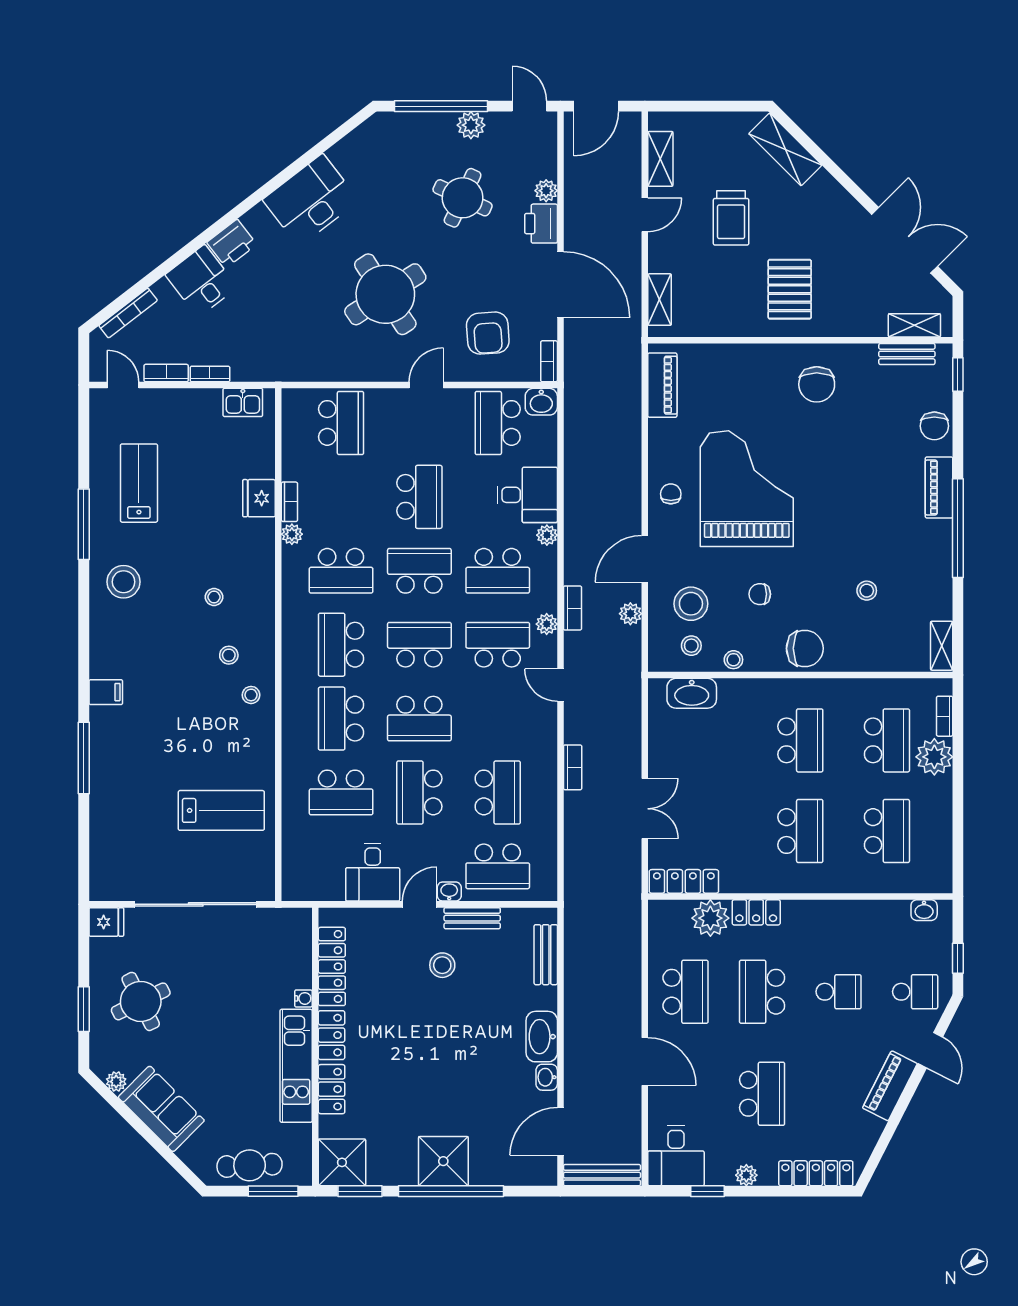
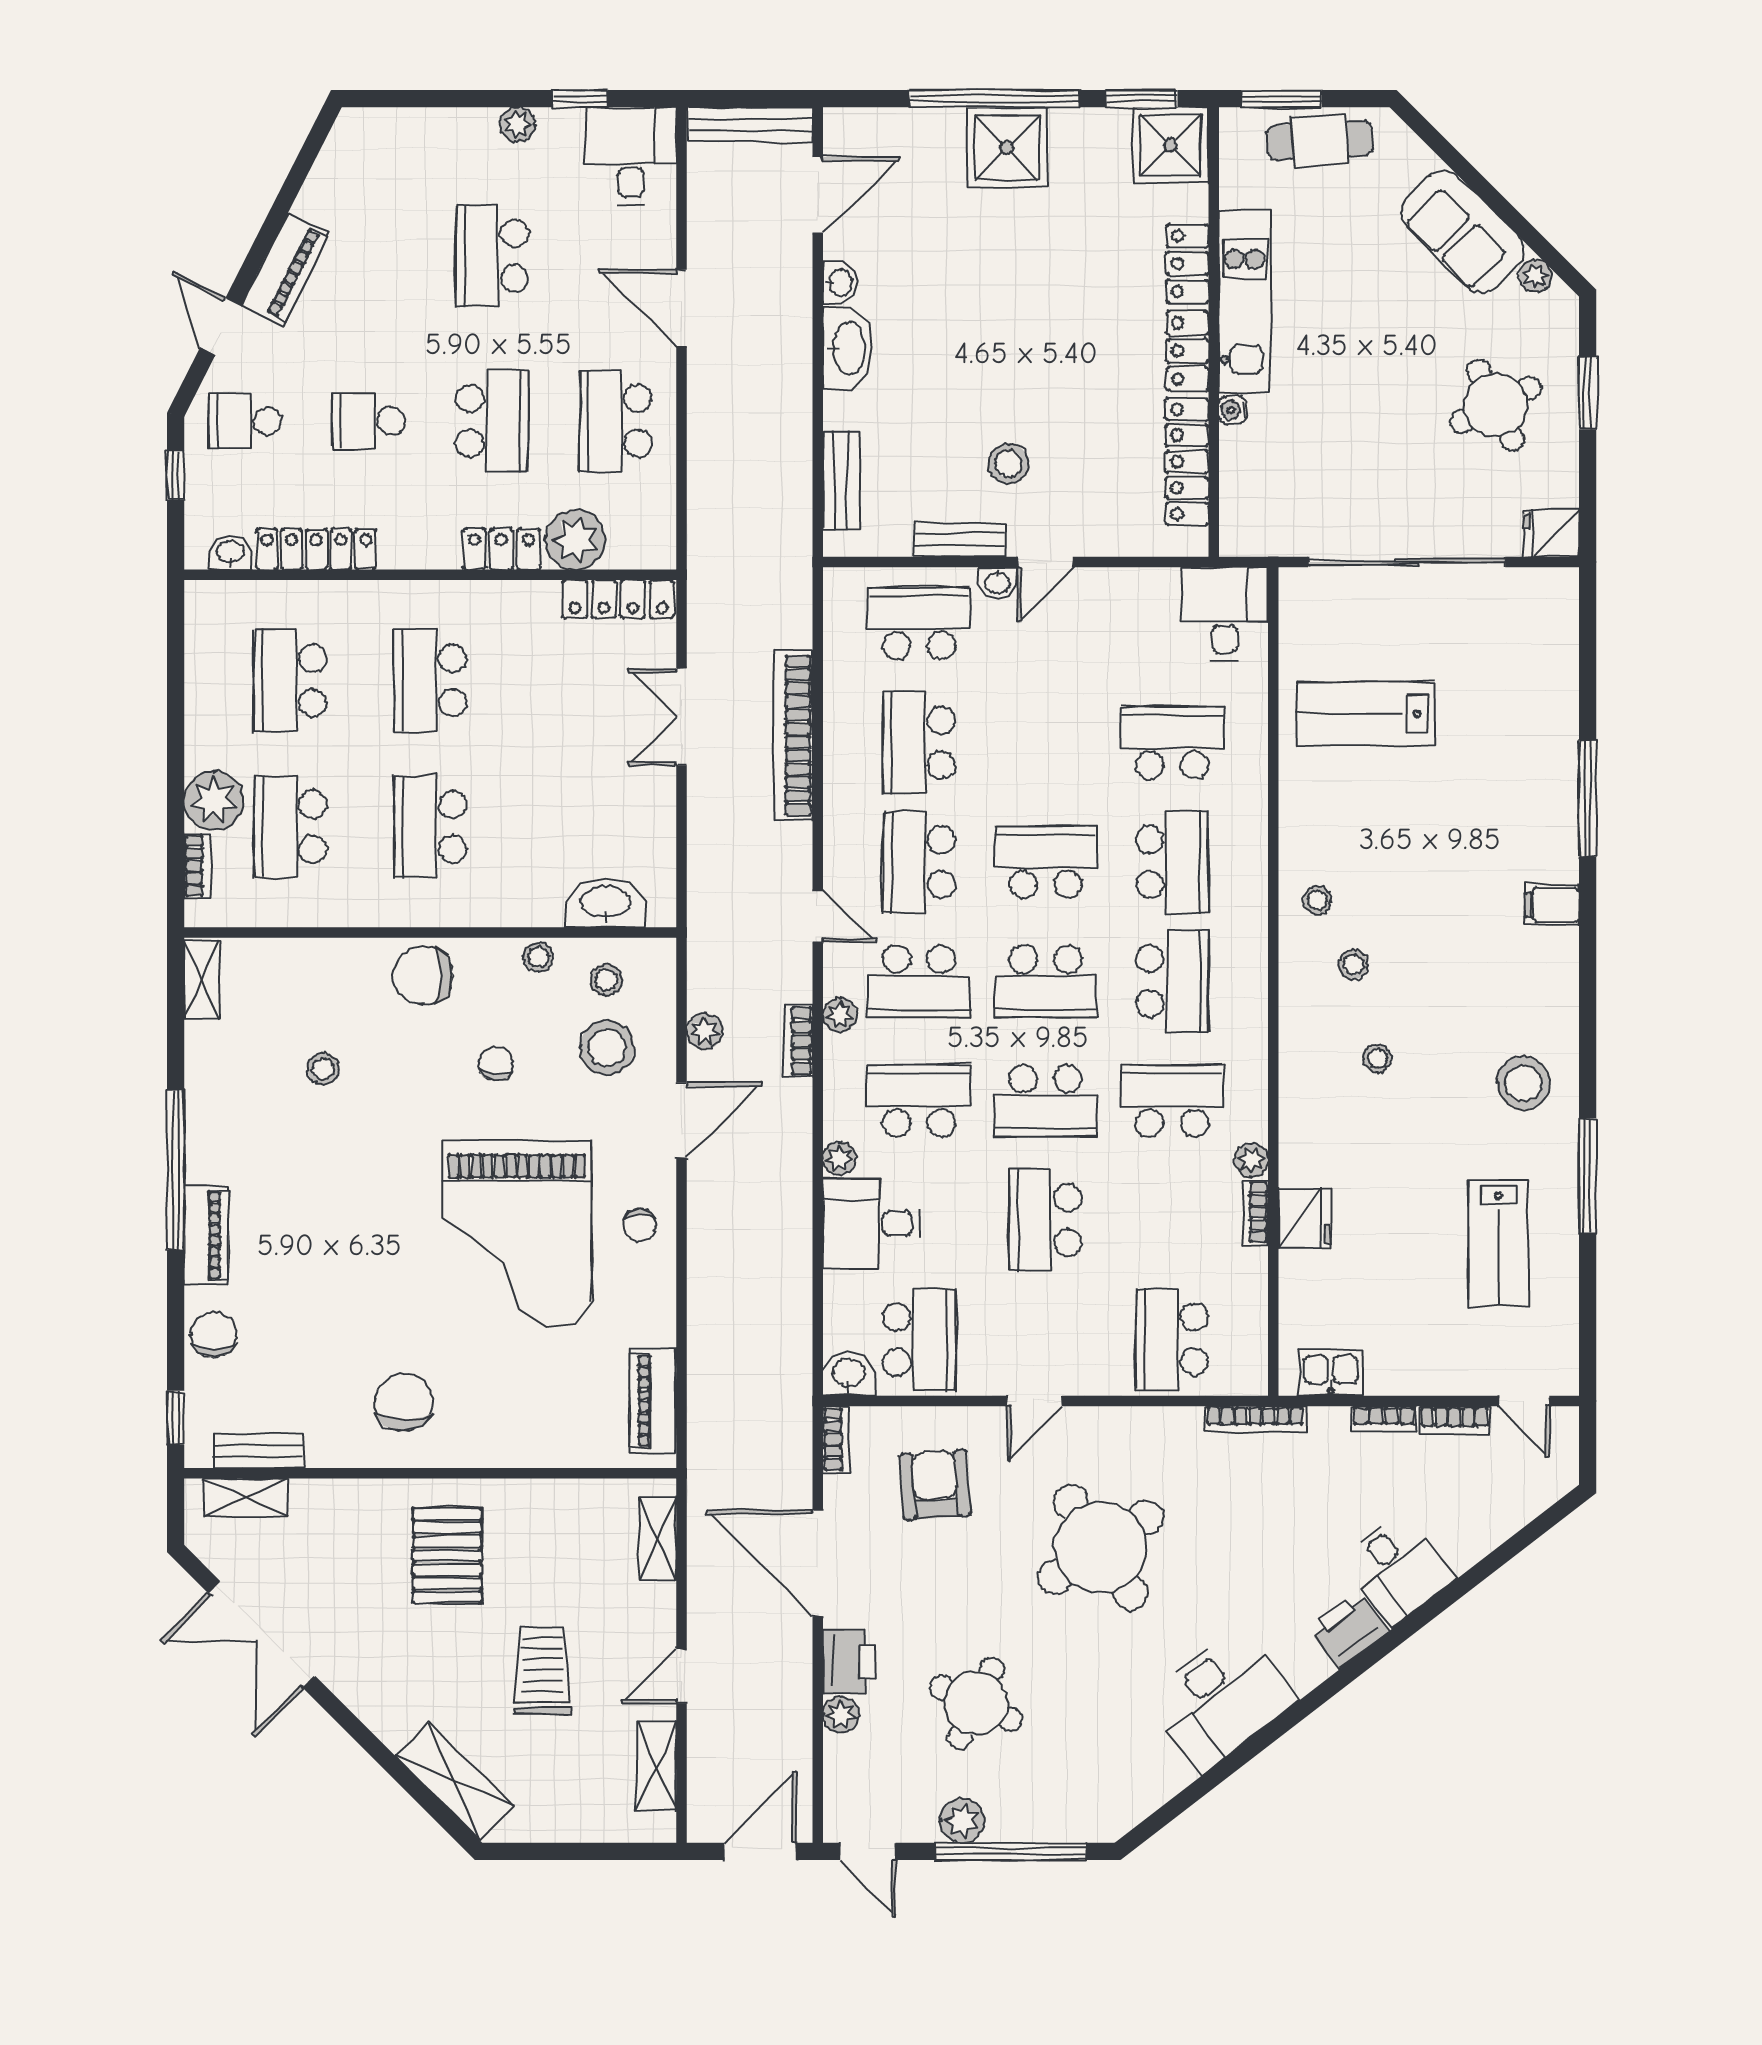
bookcase: (128, 313) -> (1255, 1419), moved, turned -142
chair: (760, 594) -> (496, 1063), turned -87
bookcase: (573, 767) -> (793, 735), width x2.31, depth x1.31
school desk: (419, 792) -> (919, 862), moved, turned 180
desk: (373, 872) -> (1225, 614), moved
locker: (816, 1173) -> (316, 549), moved, turned 180

